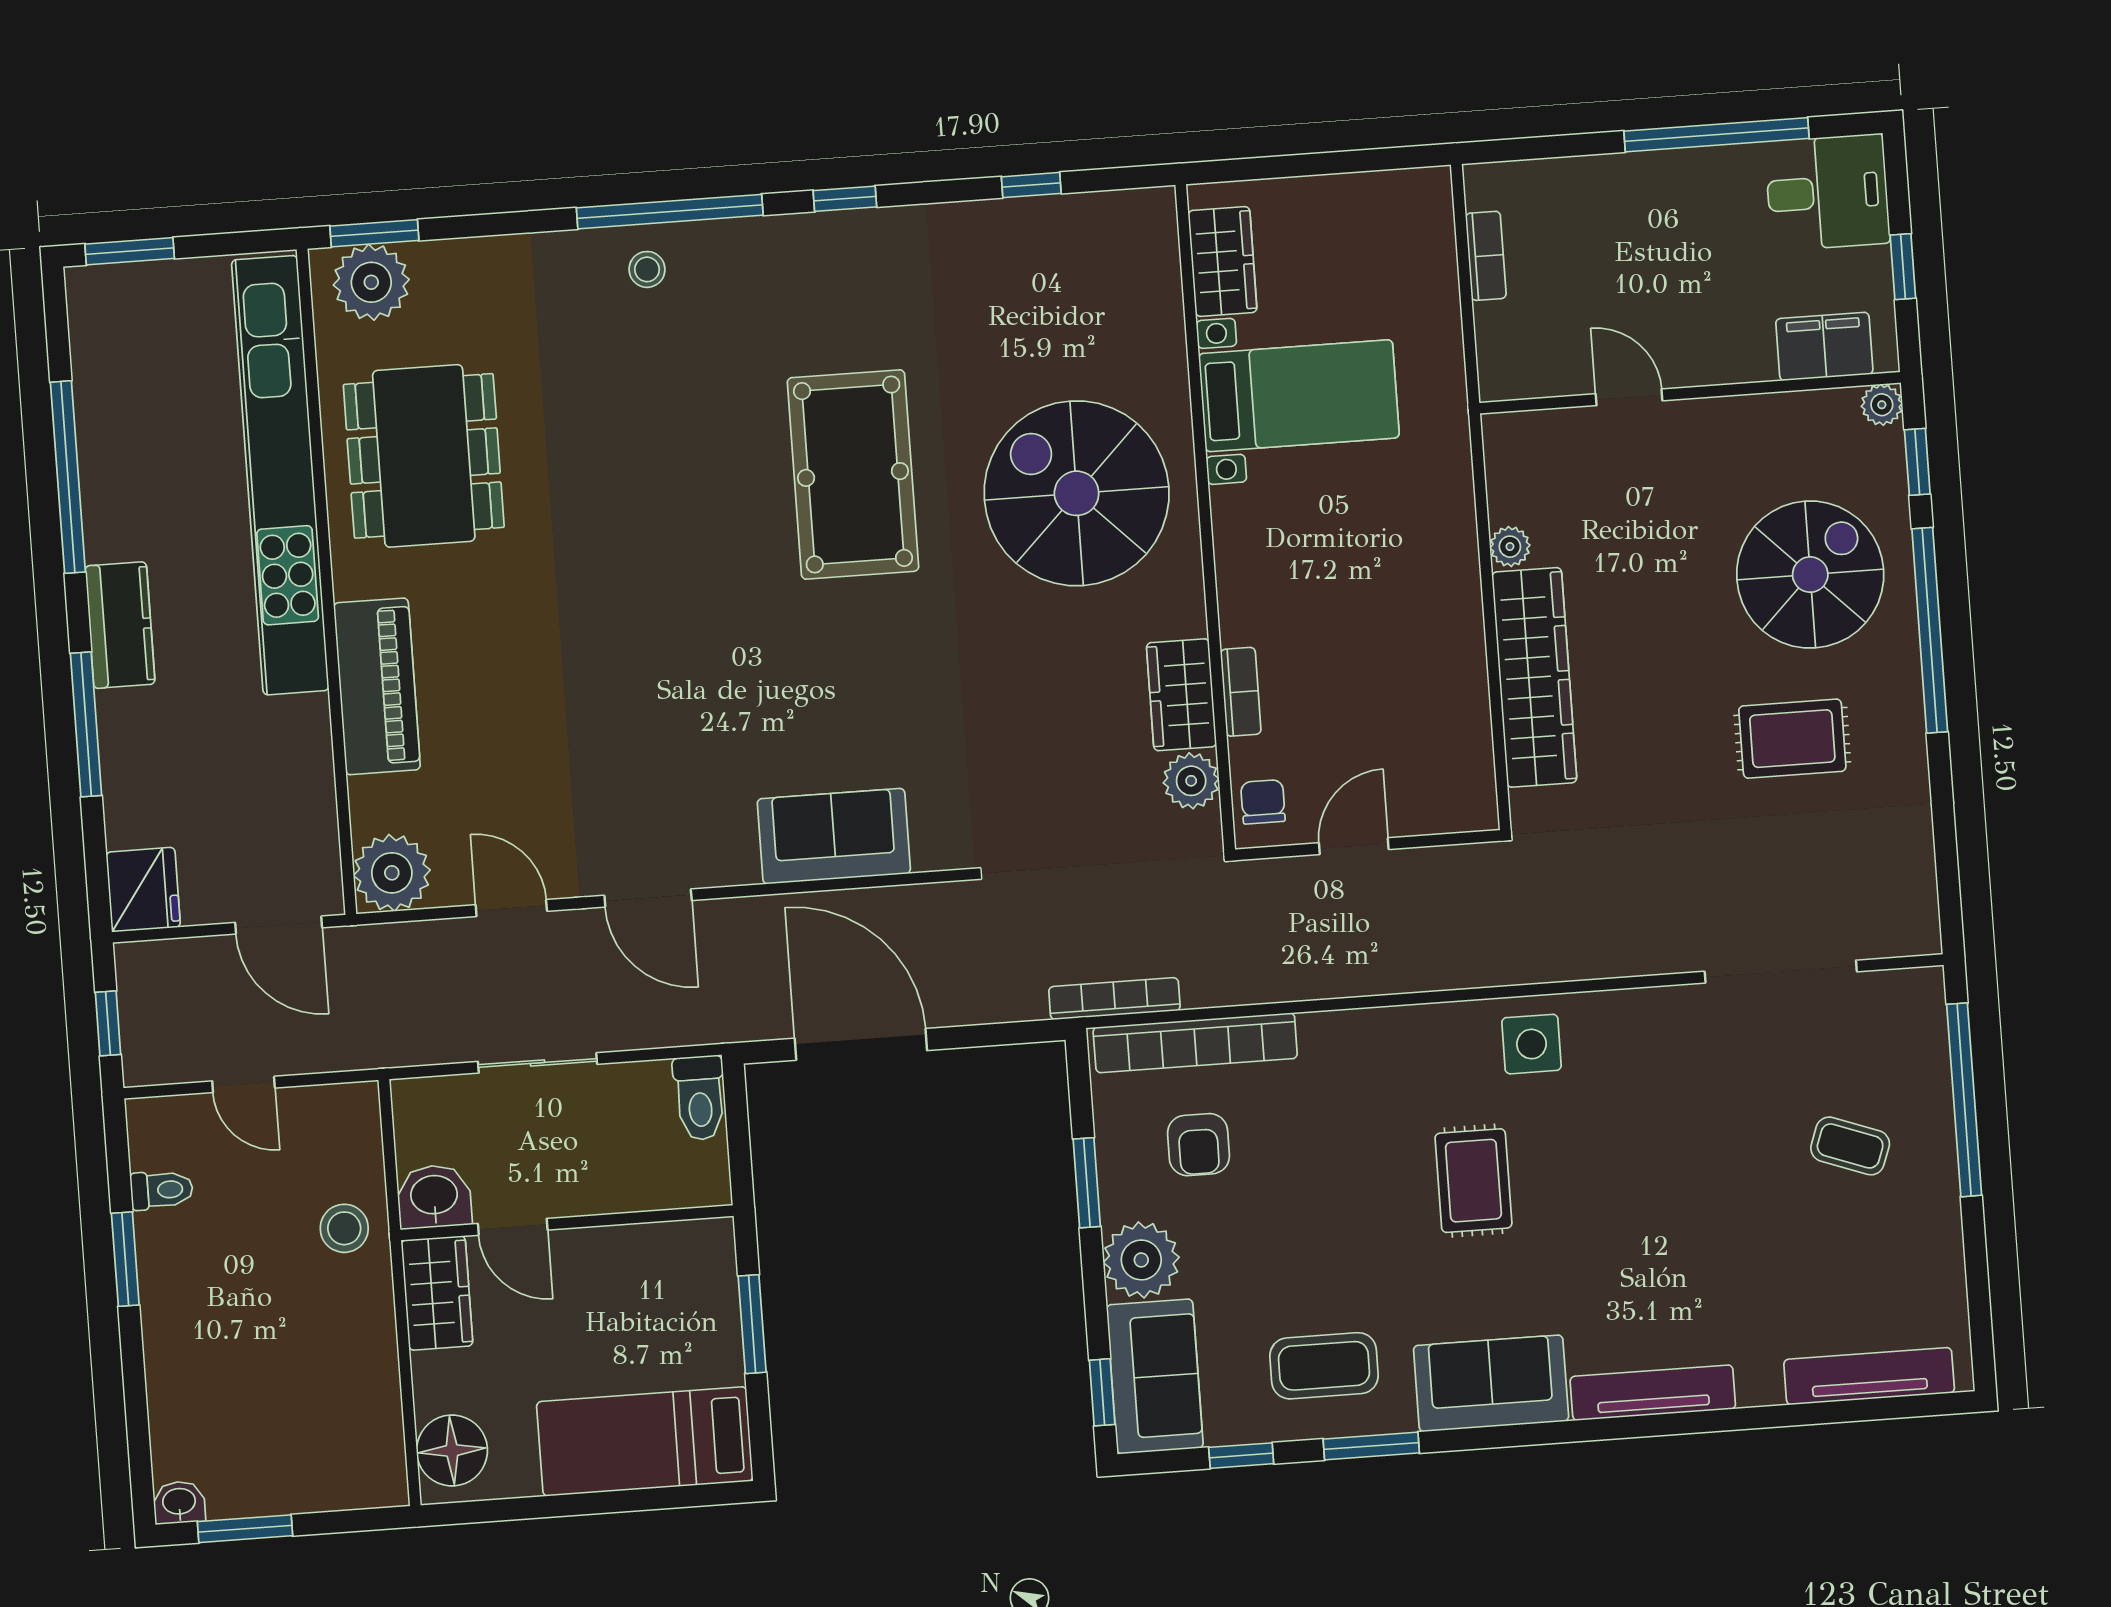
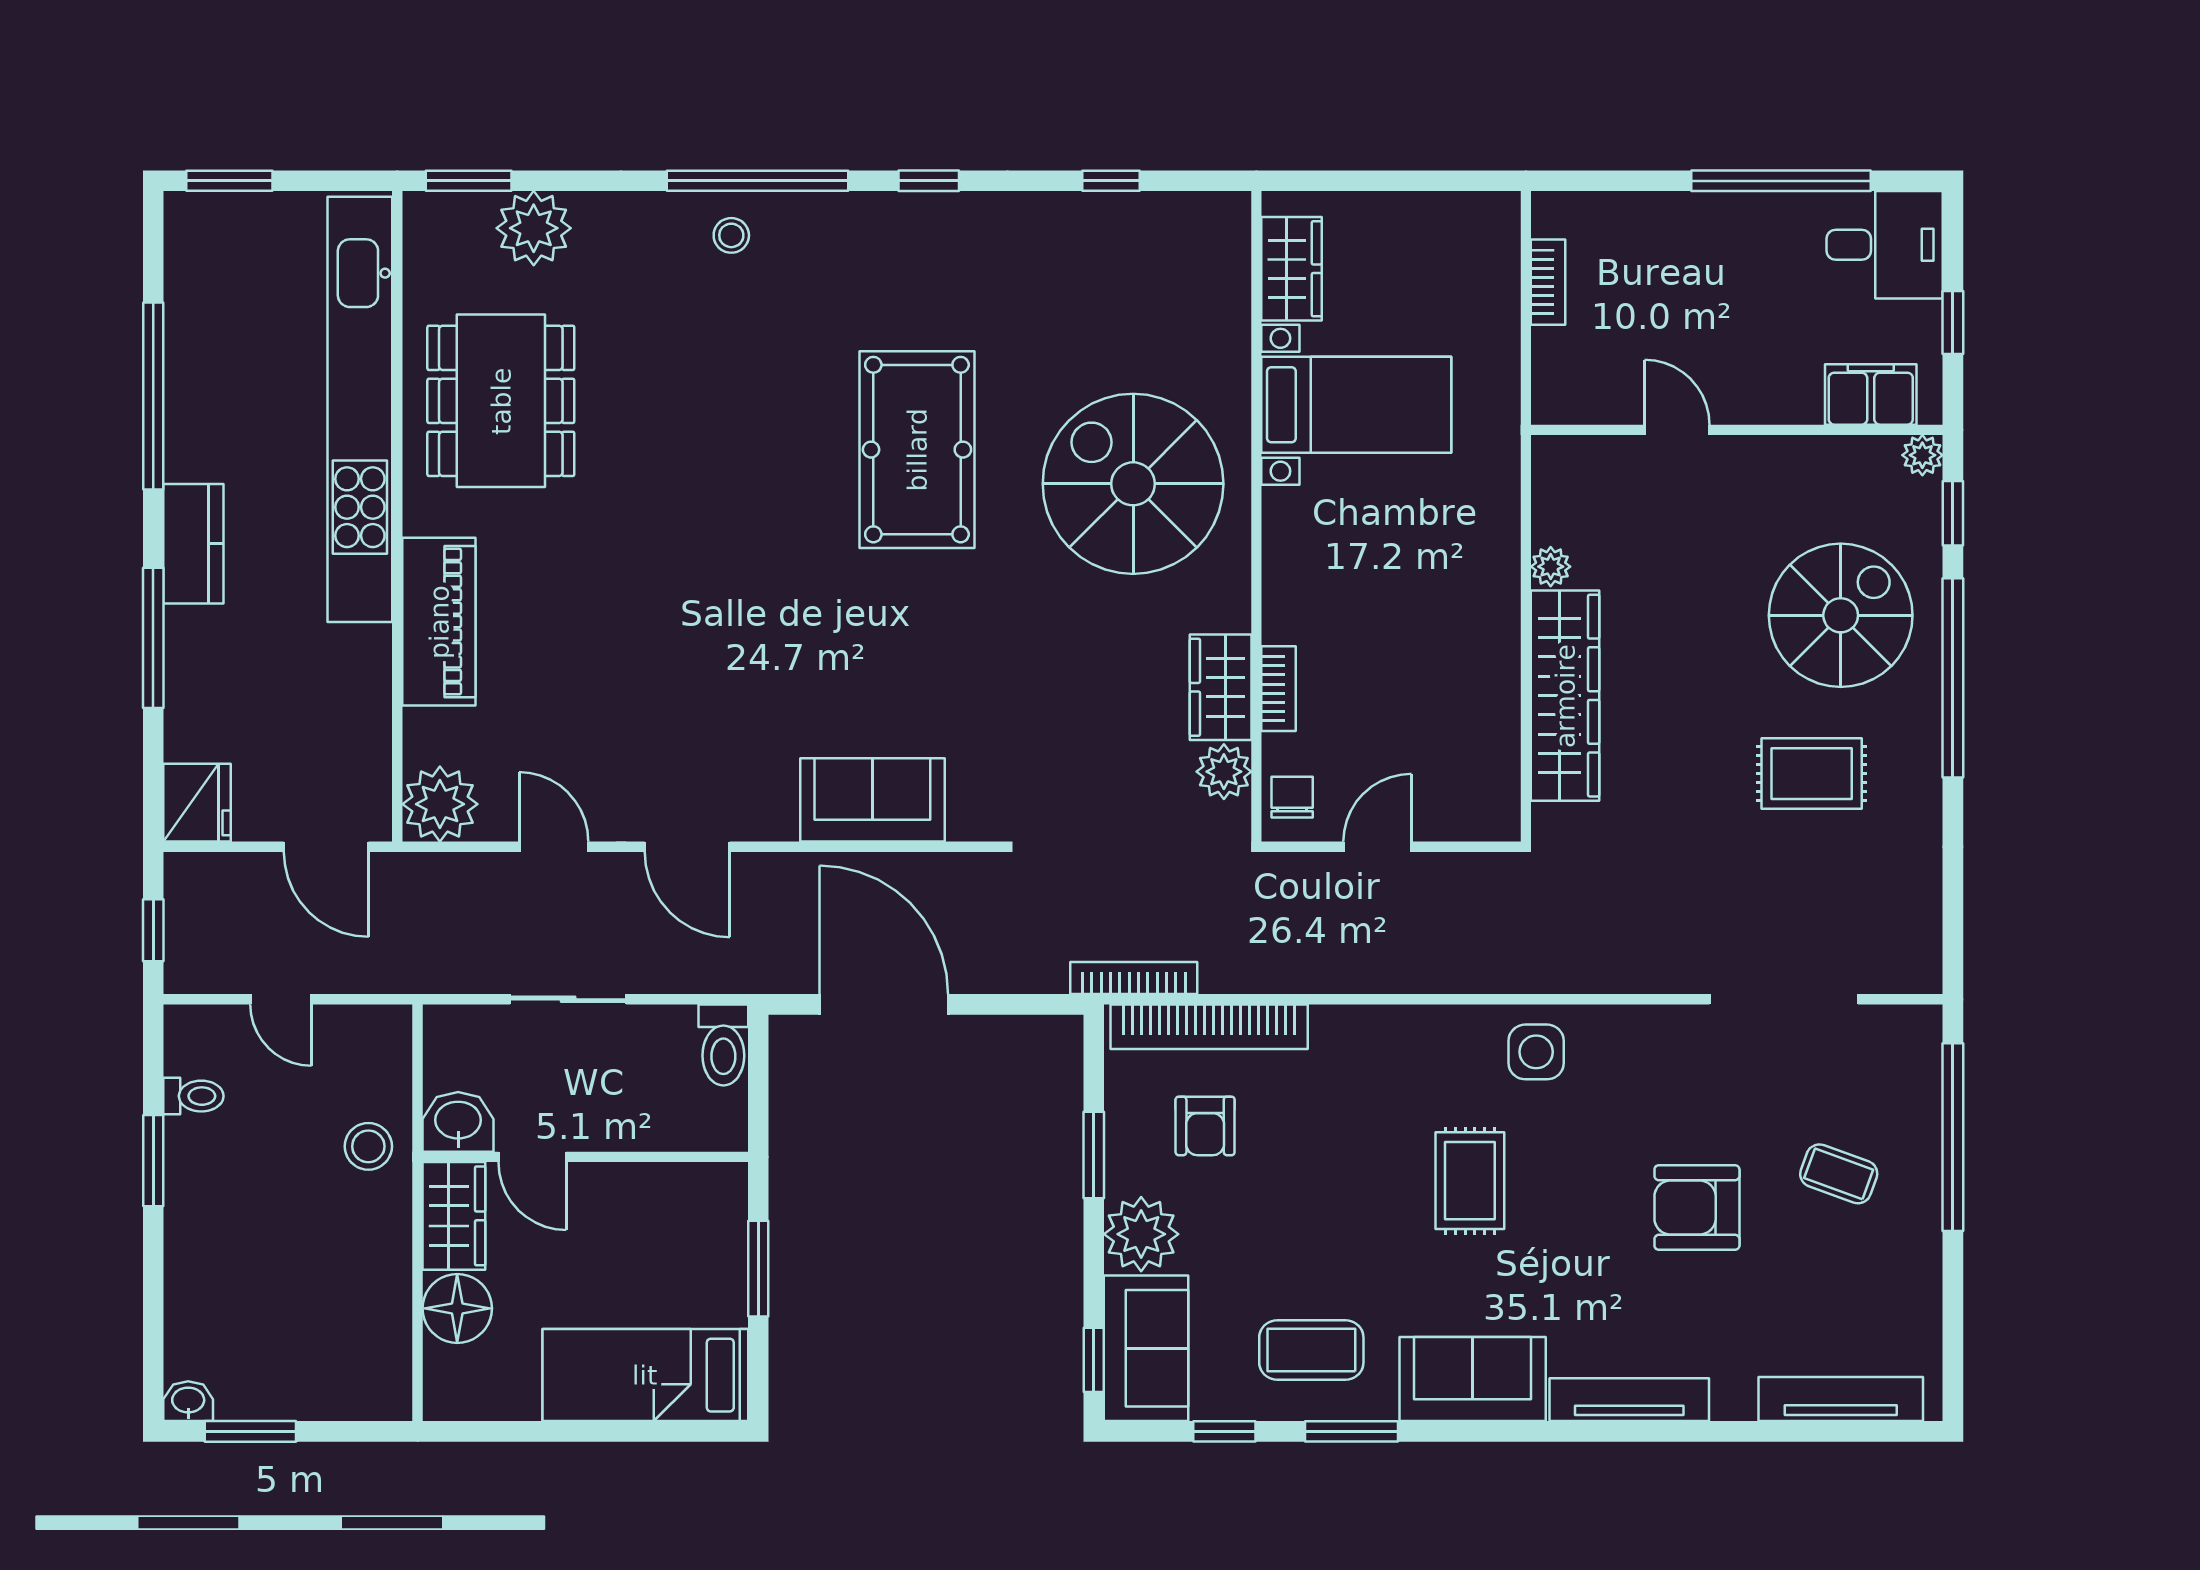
plant: (371, 282) -> (534, 228), moved
armchair: (1708, 1191) -> (1697, 1208), added
floor lamp: (452, 1450) -> (457, 1308), moved

